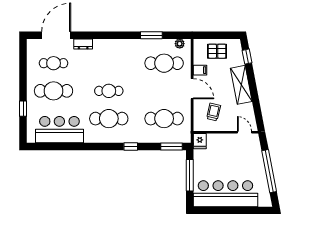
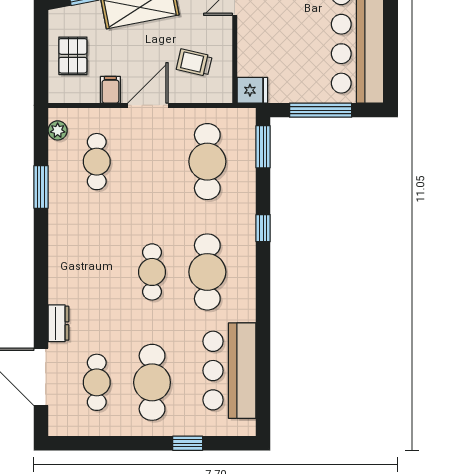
cafe table: (164, 63) -> (97, 162), width x0.73, depth x0.74

